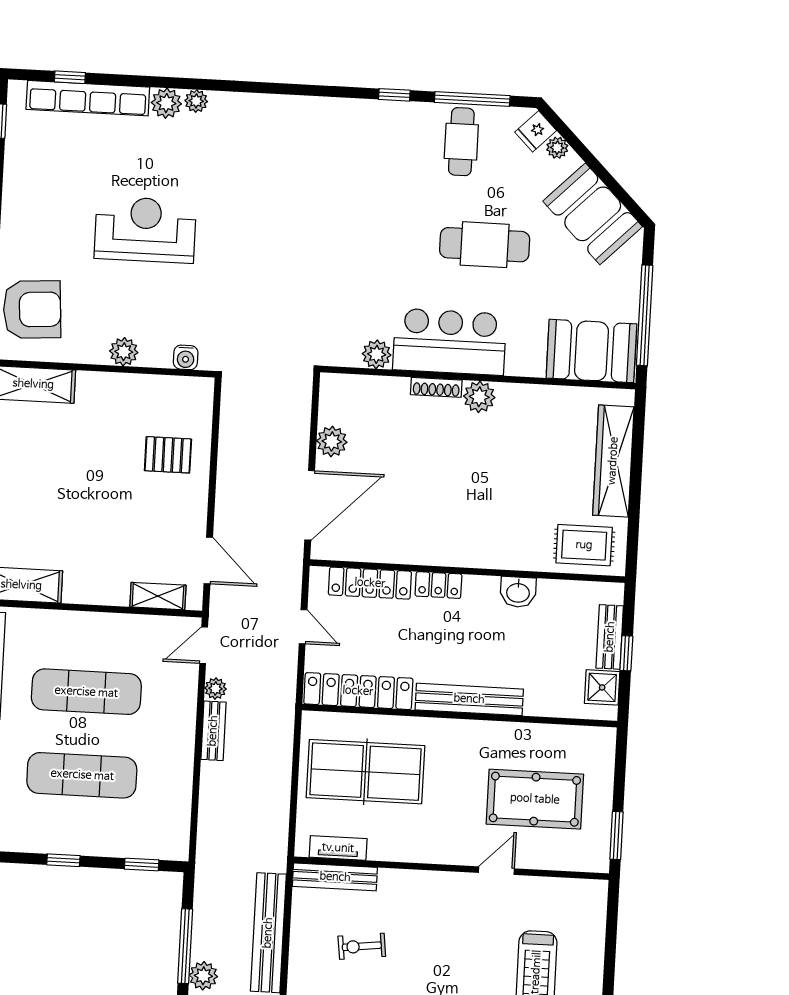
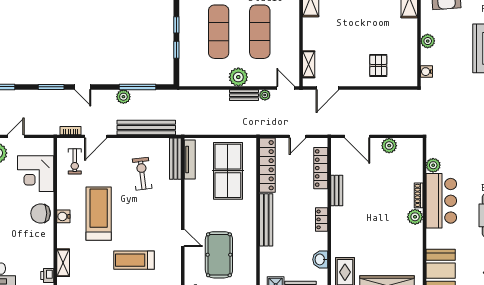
door: (310, 505) -> (357, 136), width x0.73
bench: (417, 553) -> (337, 191), added
locker: (438, 585) -> (322, 219), moved
washbasin: (518, 592) -> (320, 259), moved
plant: (176, 740) -> (238, 77), added
tv unit: (338, 848) -> (190, 159), width x1.41
window: (142, 865) -> (176, 50), moved
exercise bike: (362, 946) -> (142, 174), width x1.38, depth x1.39

